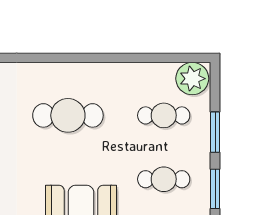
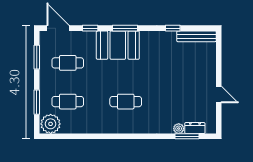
cafe table: (68, 115) -> (126, 102), width x0.73, depth x0.74
window: (215, 132) -> (37, 102), moved

